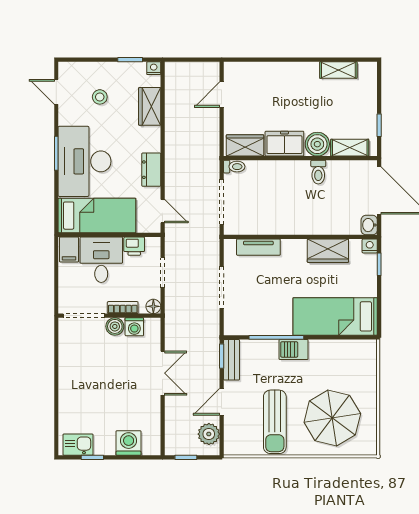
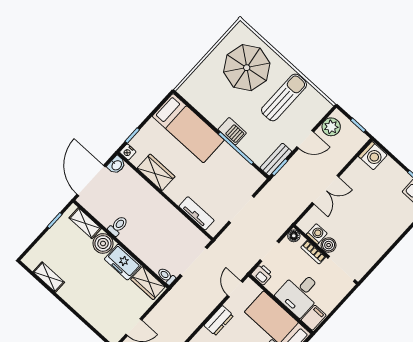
printer: (134, 246) -> (262, 274), moved
double door: (163, 373) -> (325, 190), swing flipped
washing machine: (129, 443) -> (373, 156), moved, turned -90

